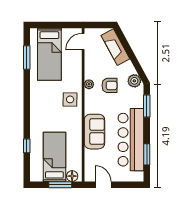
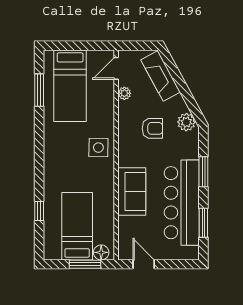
plant: (89, 84) -> (124, 93), moved
window: (147, 106) -> (203, 172), moved

